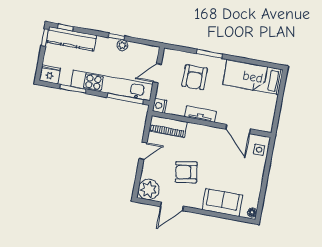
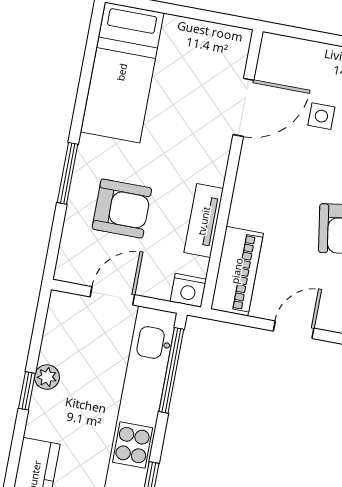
door: (157, 73) -> (112, 296), swing flipped
tv unit: (201, 114) -> (204, 221), moved
side table: (259, 150) -> (321, 116), moved
door: (143, 151) -> (294, 330), hinge flipped

